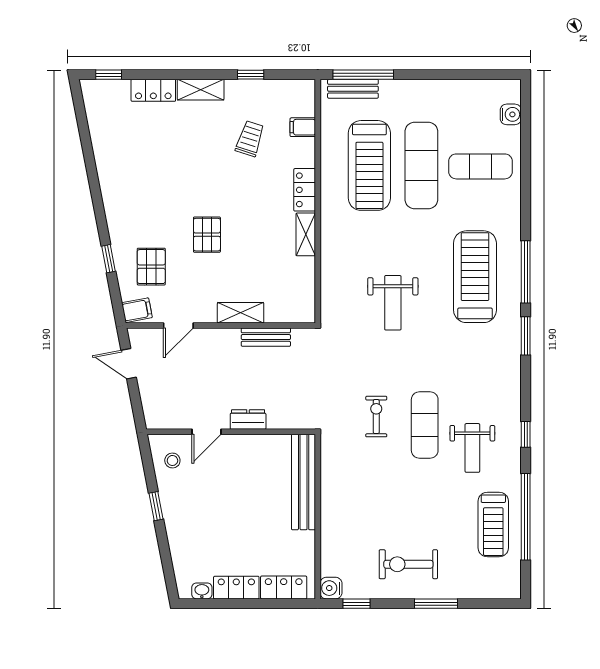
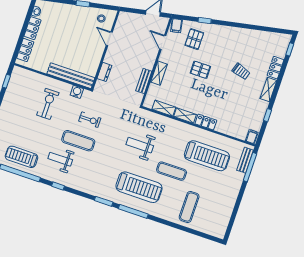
water cooler: (511, 114) -> (208, 229), removed
filing cabinet: (303, 127) -> (252, 137), moved
trolley: (250, 139) -> (241, 71), moved
treadmill: (369, 165) -> (207, 156), turned 180
exercise mat: (421, 166) -> (172, 171), moved, width x0.73, depth x0.69
pallet: (151, 267) -> (194, 39), turned 90
shelving: (305, 280) -> (164, 108), added
dresser: (248, 420) -> (104, 72), moved
exercise bike: (408, 564) -> (48, 104), moved
water cooler: (331, 588) -> (77, 92), moved

